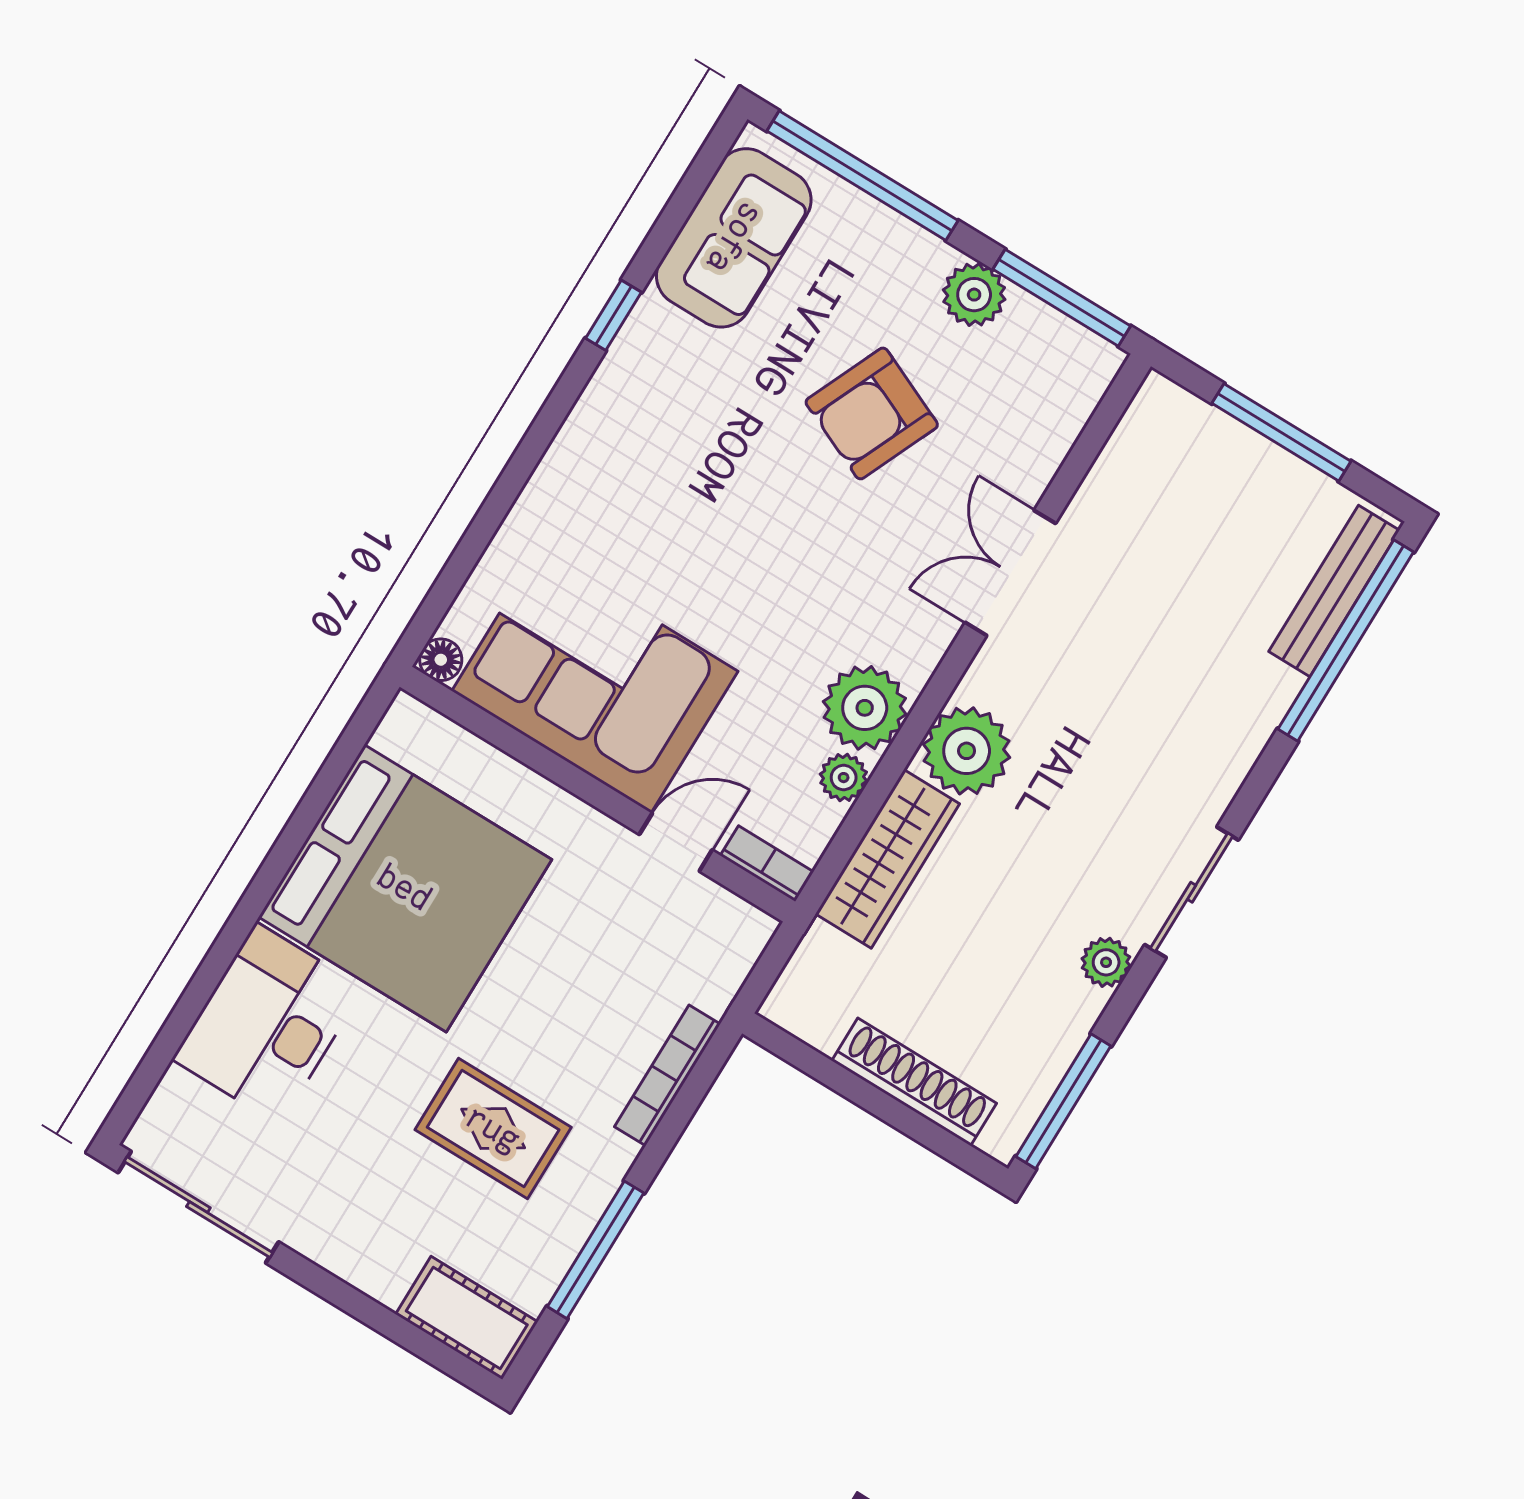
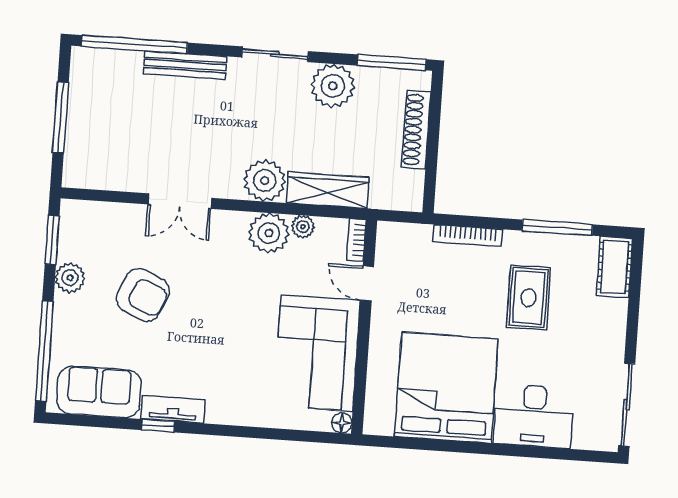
window: (1062, 298) -> (52, 240), width x0.69
tv unit: (630, 359) -> (173, 409), added
bench: (1334, 591) -> (185, 65), moved
plant: (1106, 962) -> (333, 86), width x1.88, depth x1.88

